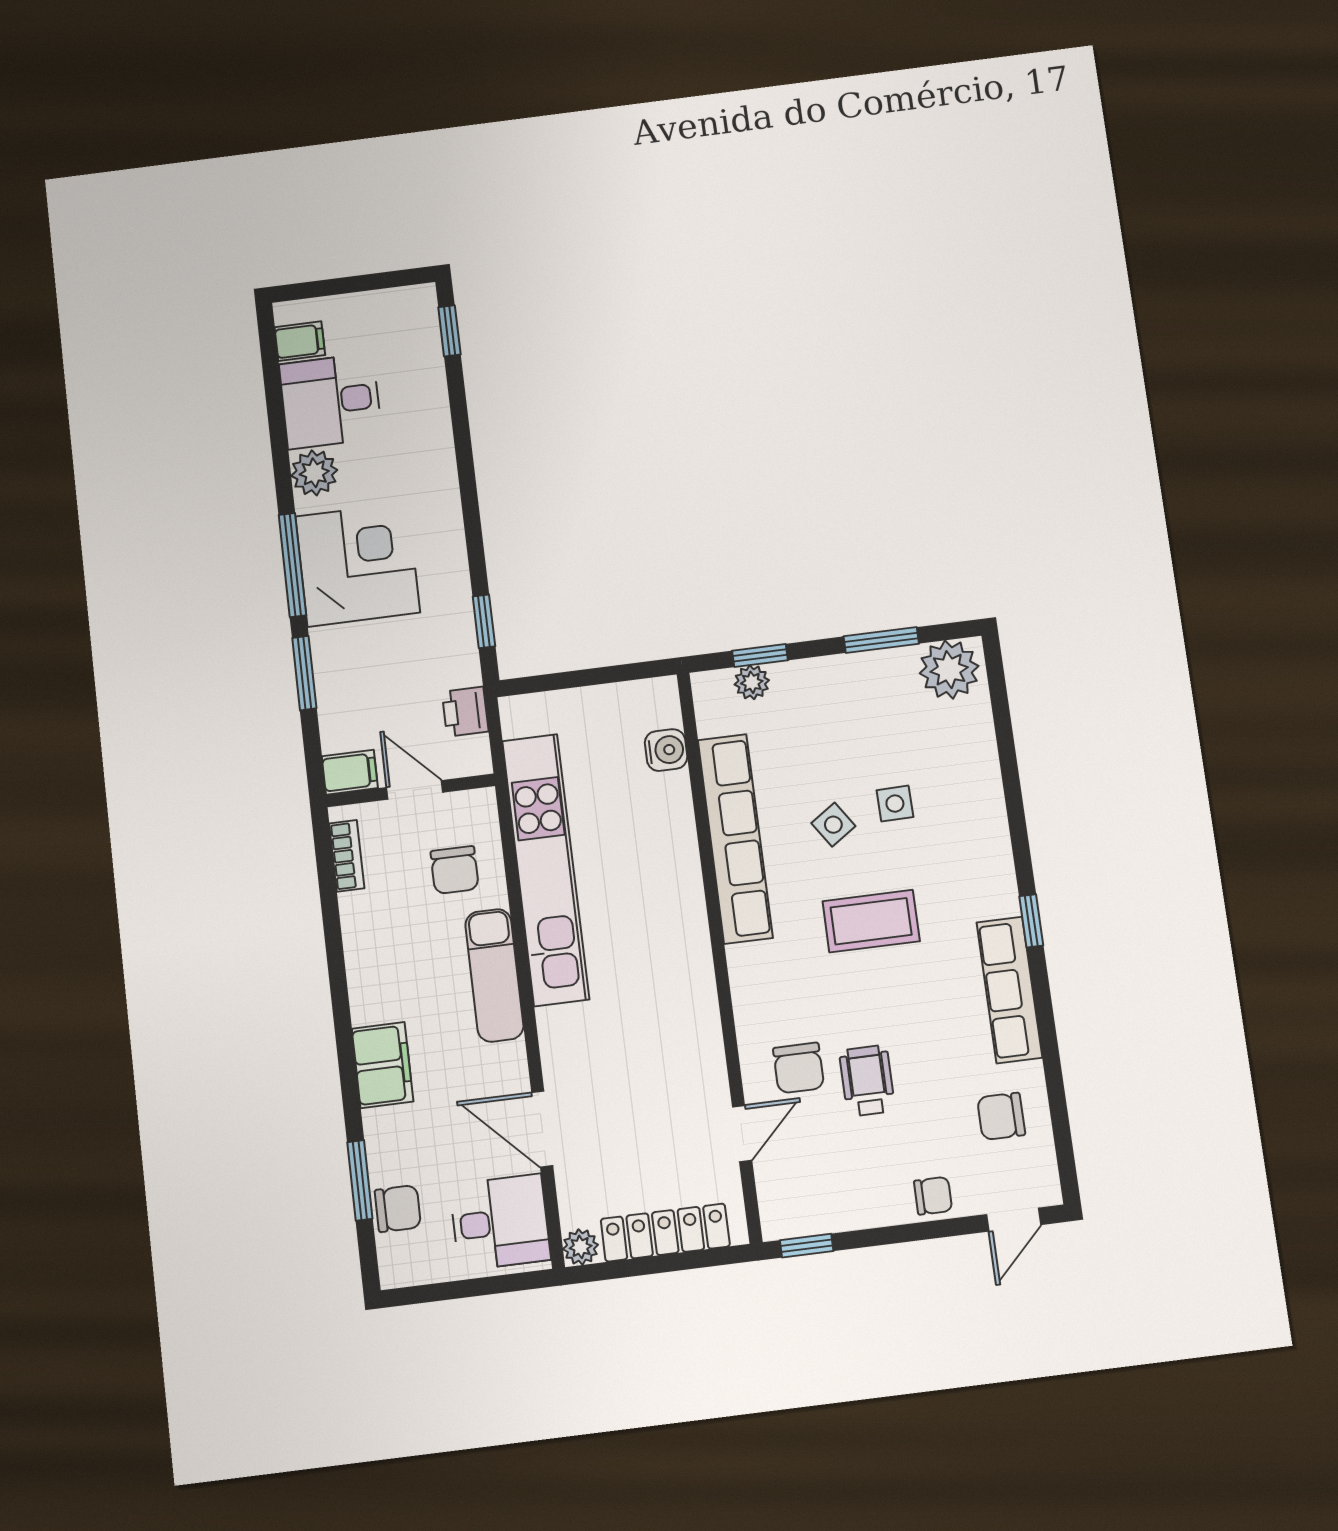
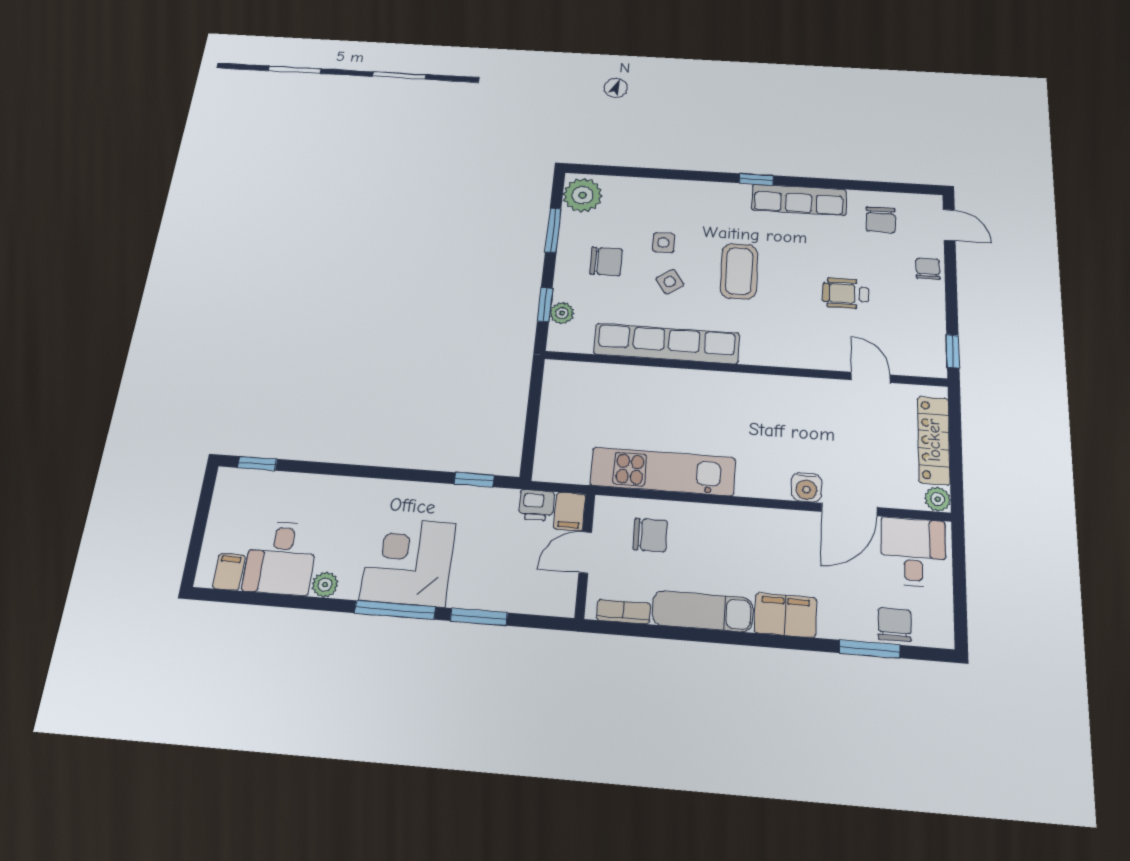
plant: (314, 473) -> (325, 585), width x0.73, depth x0.73
water cooler: (666, 750) -> (807, 487), moved, turned 180
filing cabinet: (350, 772) -> (570, 512), moved, turned 180
kitchen unit: (546, 869) -> (663, 471), width x0.73
exam couch: (494, 975) -> (703, 611), moved, turned 180
chair: (799, 1068) -> (606, 261), moved

